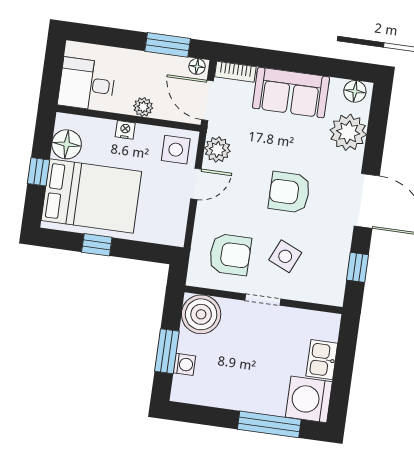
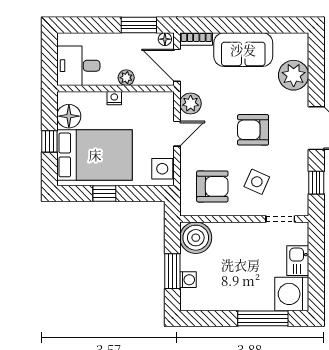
floor lamp: (355, 91) -> (294, 41), removed
side table: (176, 150) -> (162, 169), moved
doorway: (263, 300) -> (280, 219), moved

